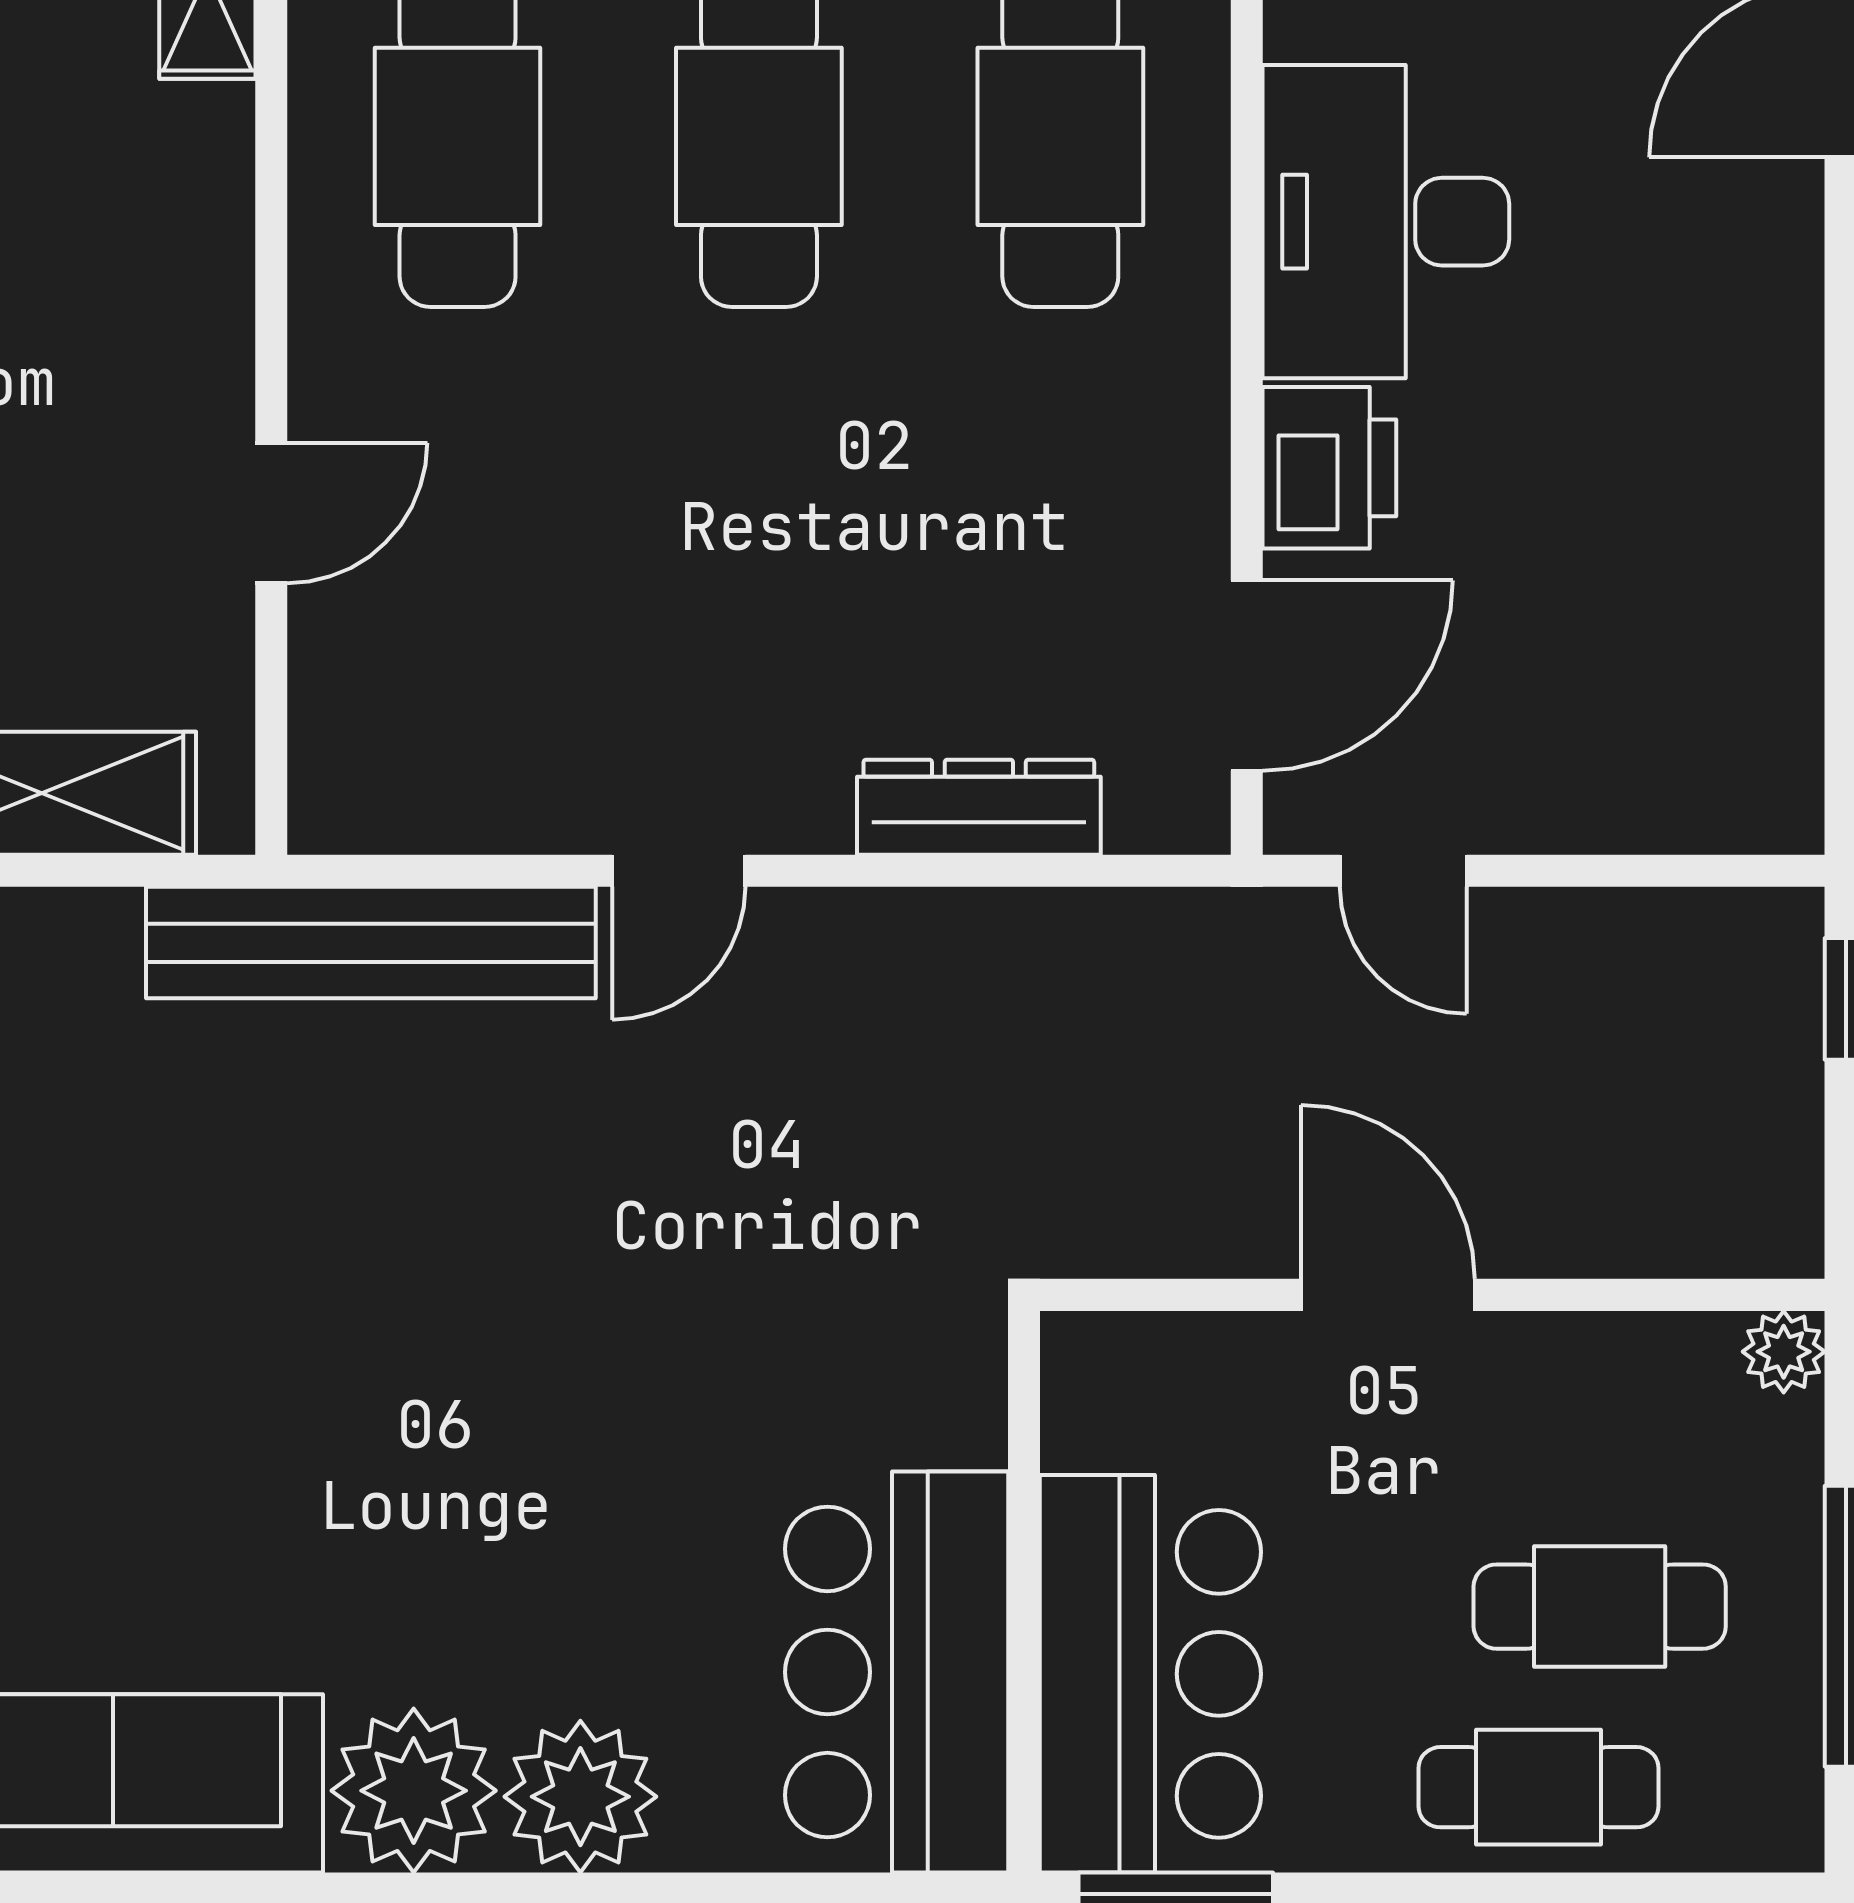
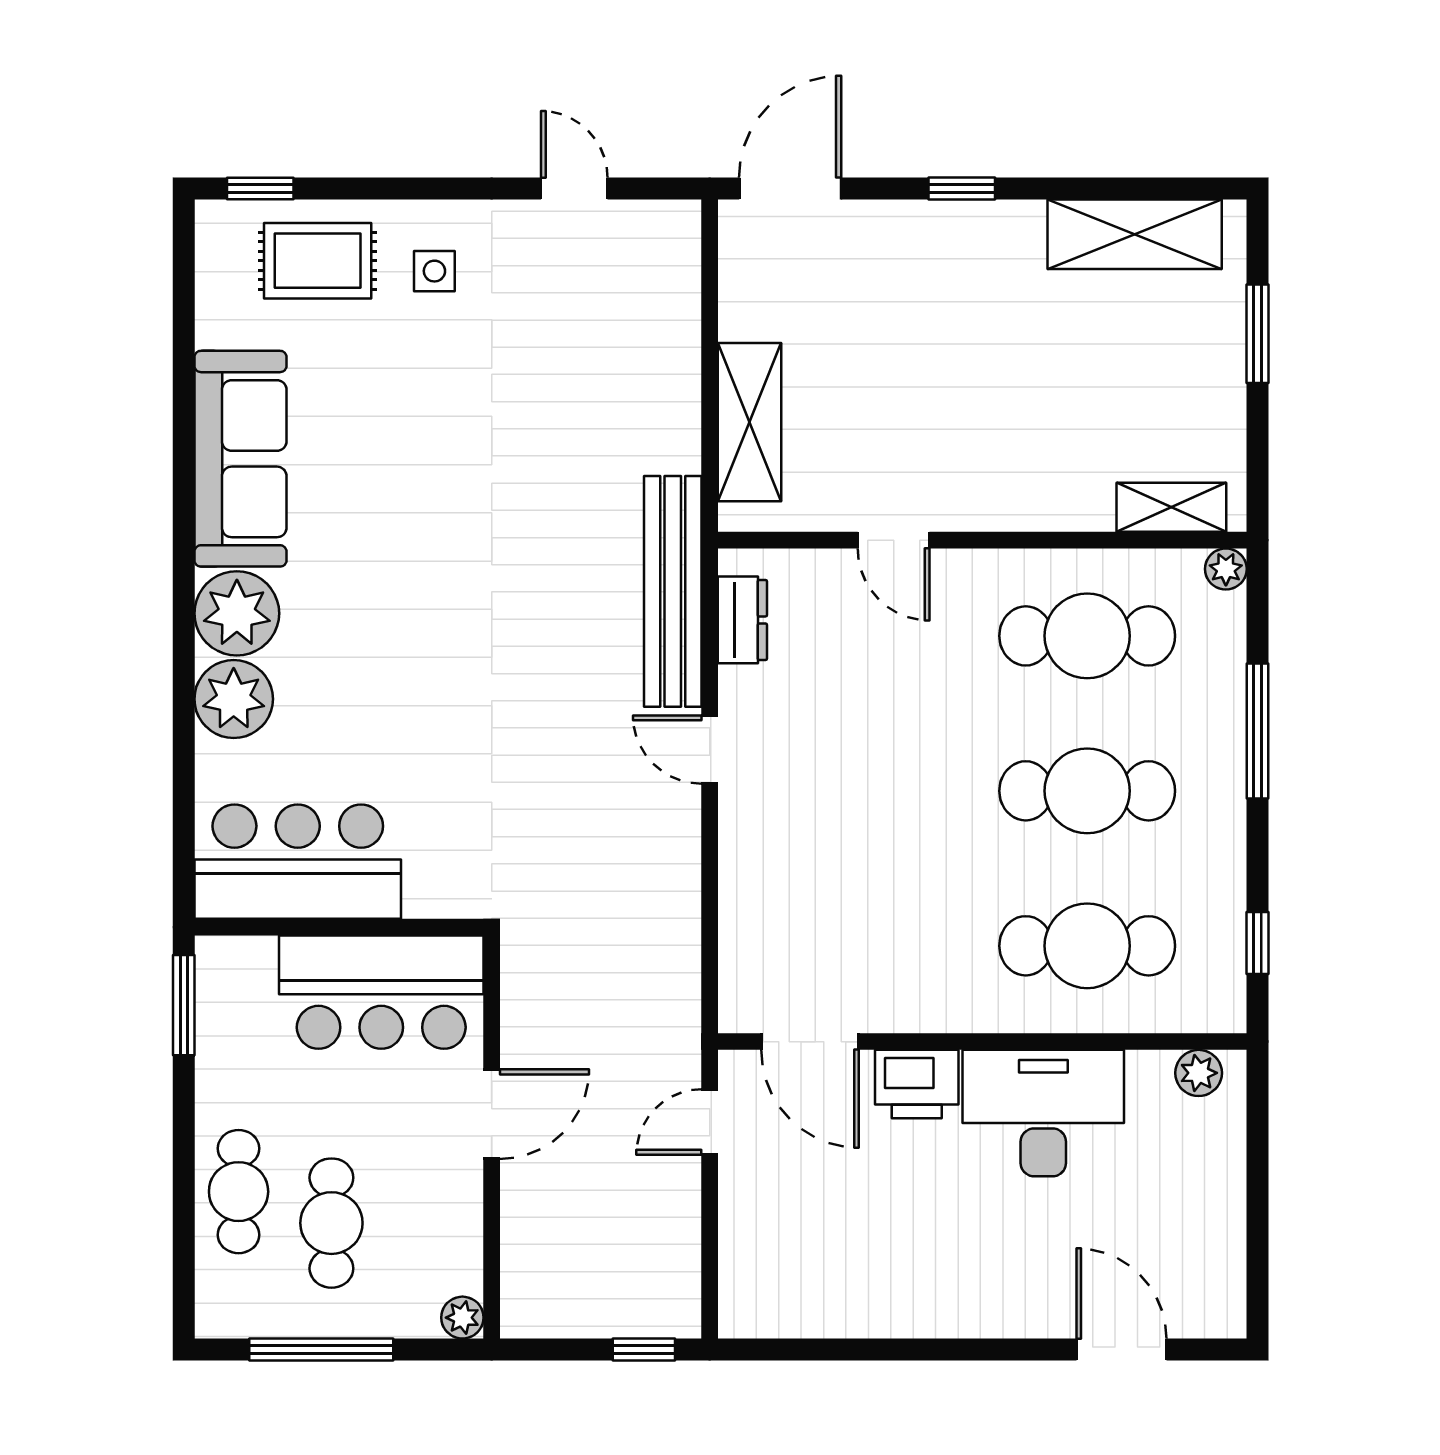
dresser: (979, 807) -> (742, 620), moved, width x0.70
bar counter: (1150, 1674) -> (381, 992), moved

